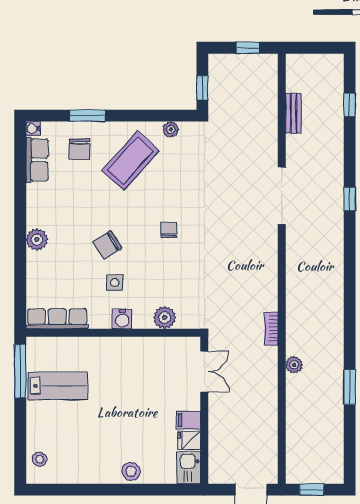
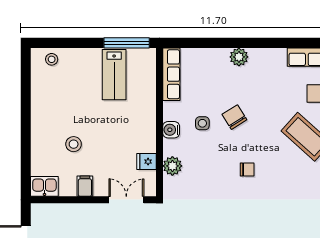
double door: (204, 372) -> (126, 200), swing flipped
fridge: (189, 440) -> (147, 162), moved, turned -90
stool: (131, 471) -> (74, 144), moved

